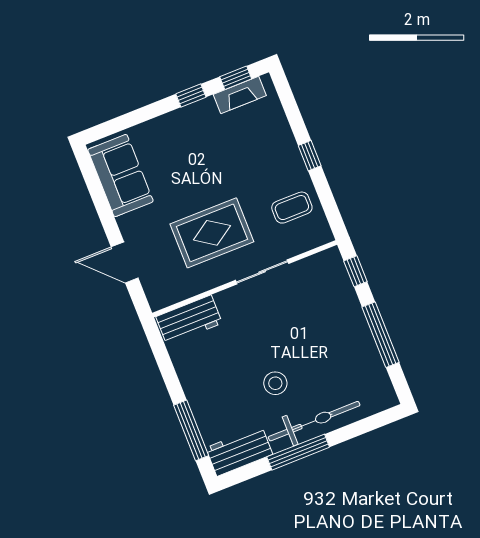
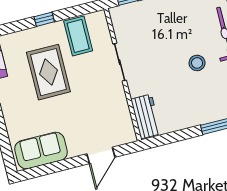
coffee table: (292, 208) -> (78, 36), width x1.36, depth x1.30
rug: (212, 233) -> (48, 72), moved

